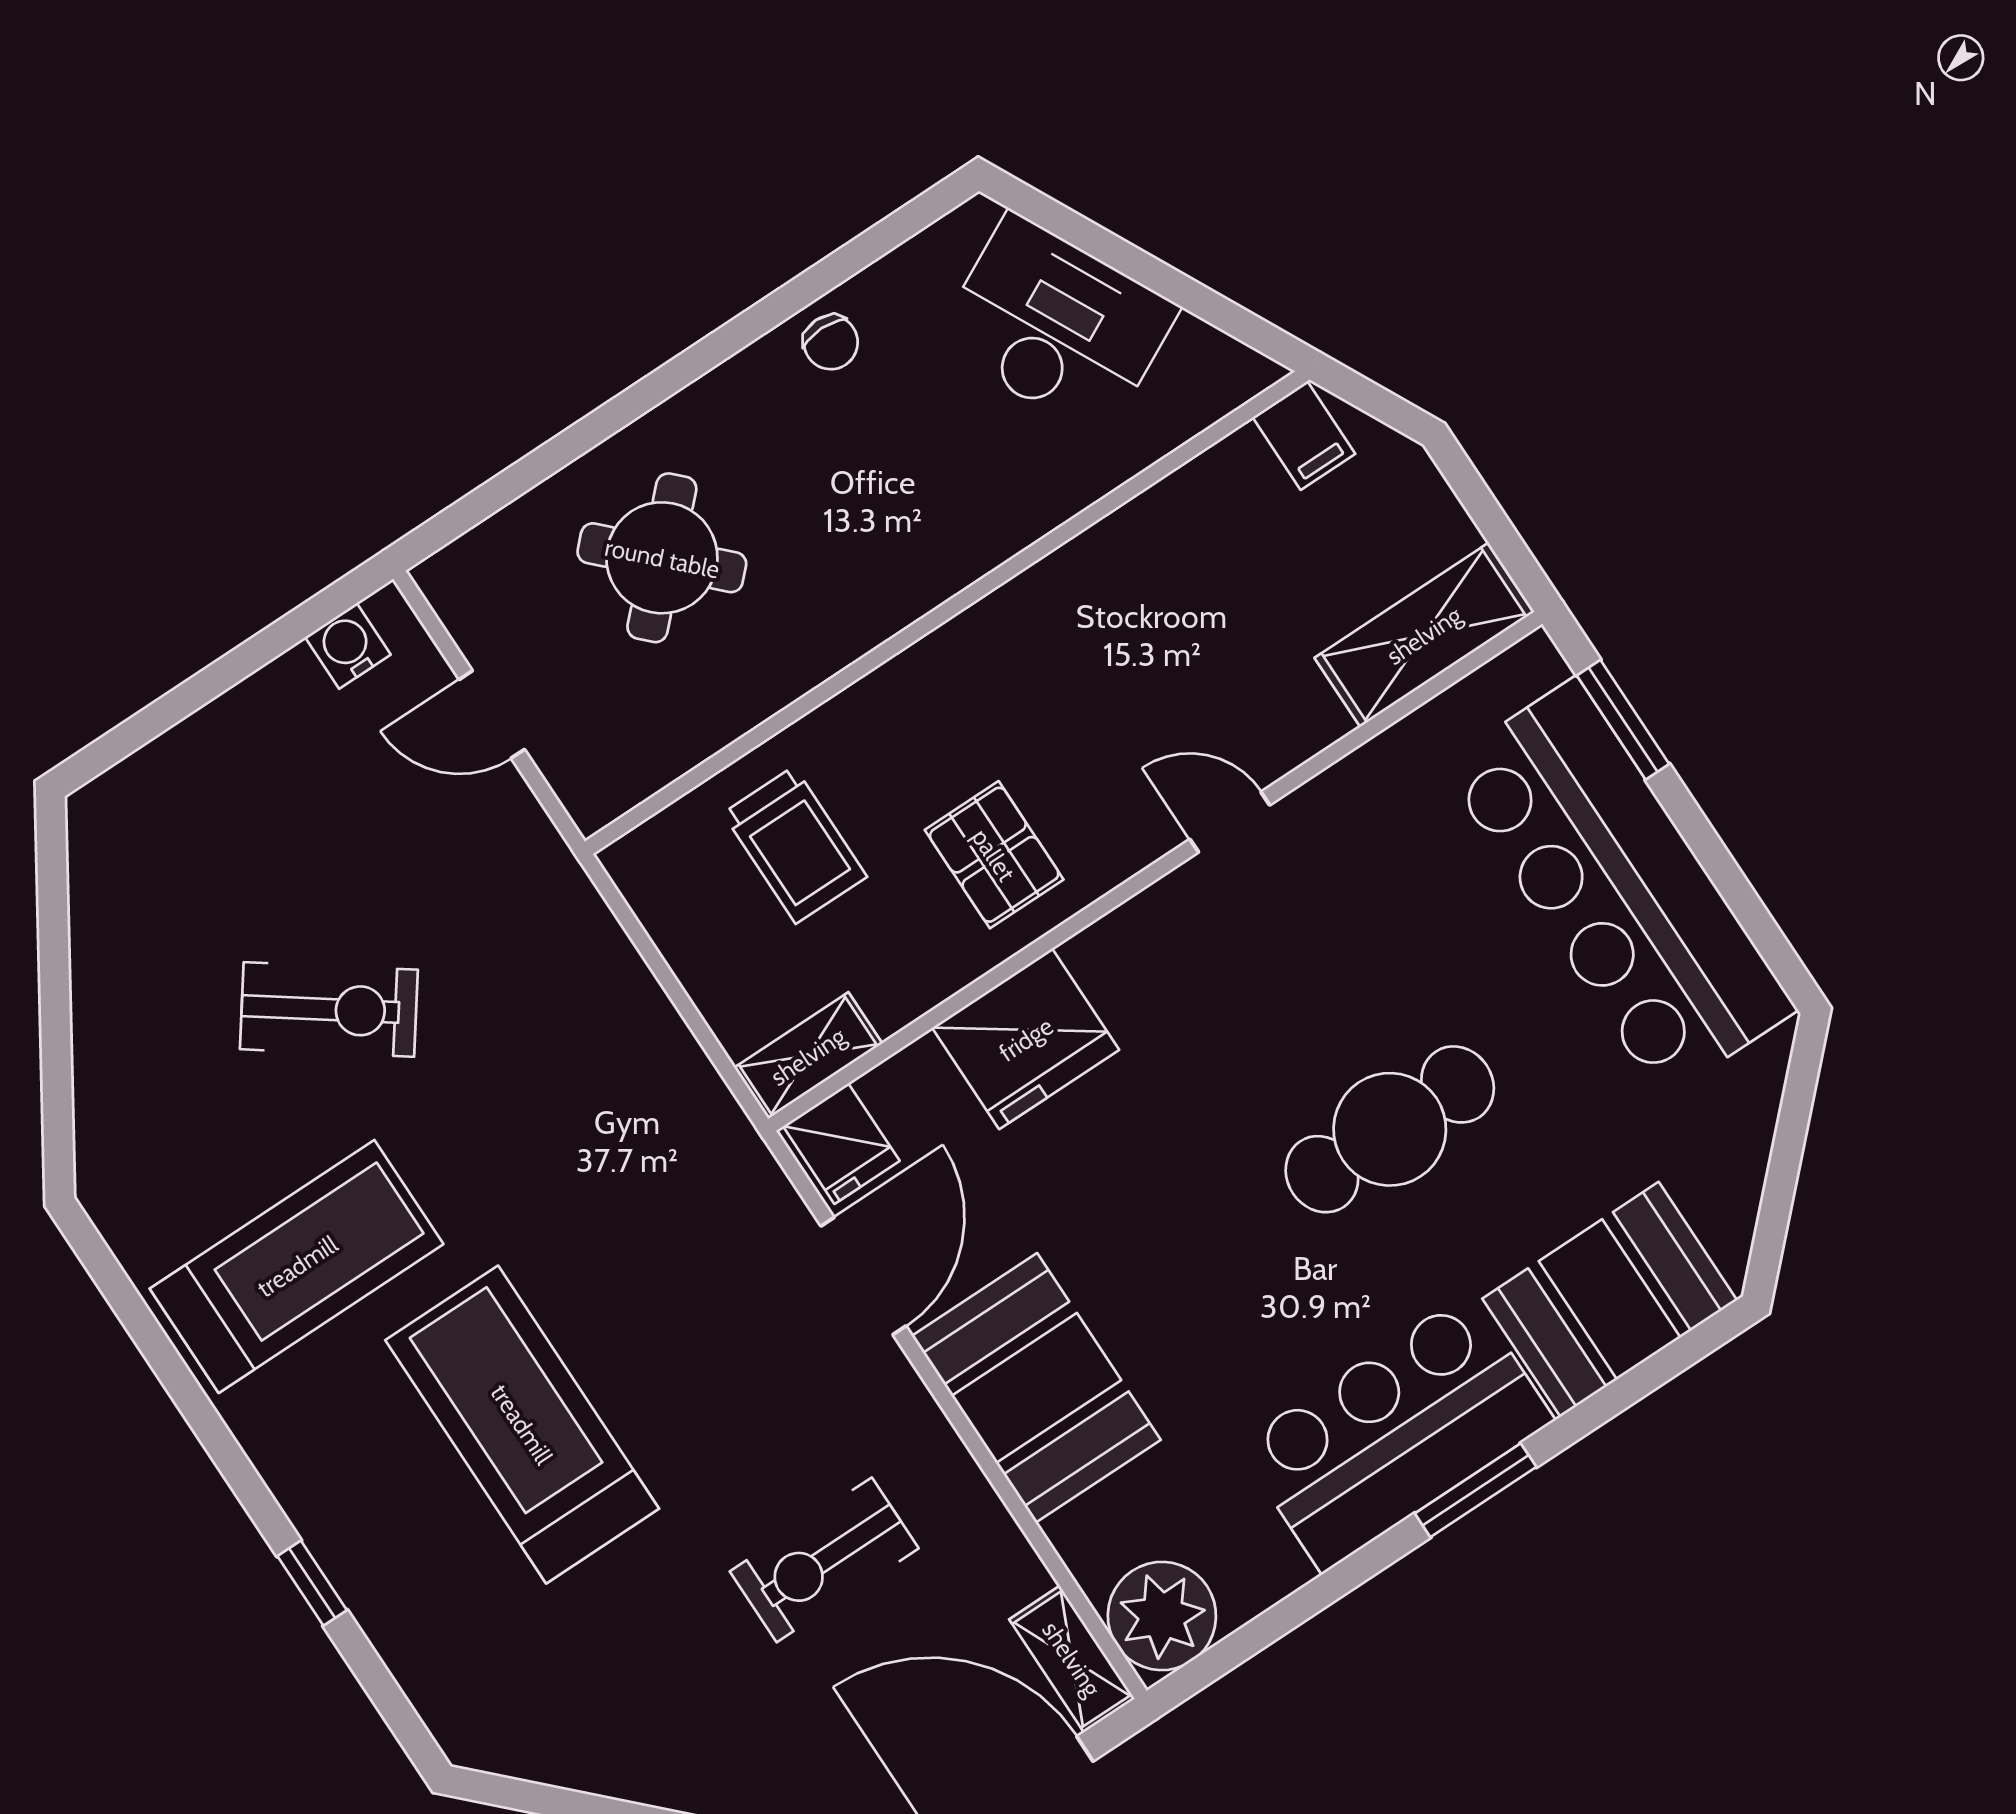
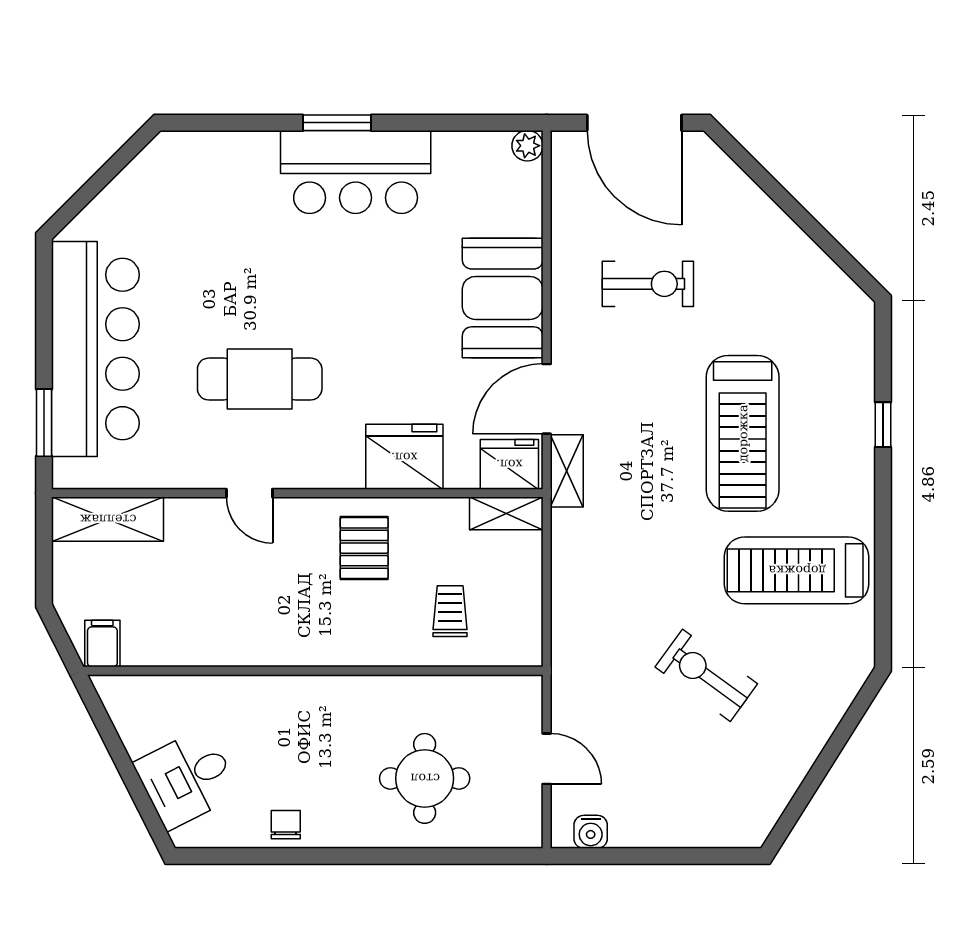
desk: (1056, 326) -> (187, 779), width x0.73
round table: (662, 558) -> (425, 778), turned 45
trolley: (795, 845) -> (450, 611), width x0.73, depth x0.72
cafe table: (1390, 1129) -> (260, 379), moved
fridge: (841, 1144) -> (509, 464), width x1.38
booth: (1610, 1299) -> (221, 168), removed
plant: (1162, 1616) -> (527, 146), width x0.53, depth x0.53
shelving: (1072, 1659) -> (567, 471), moved

